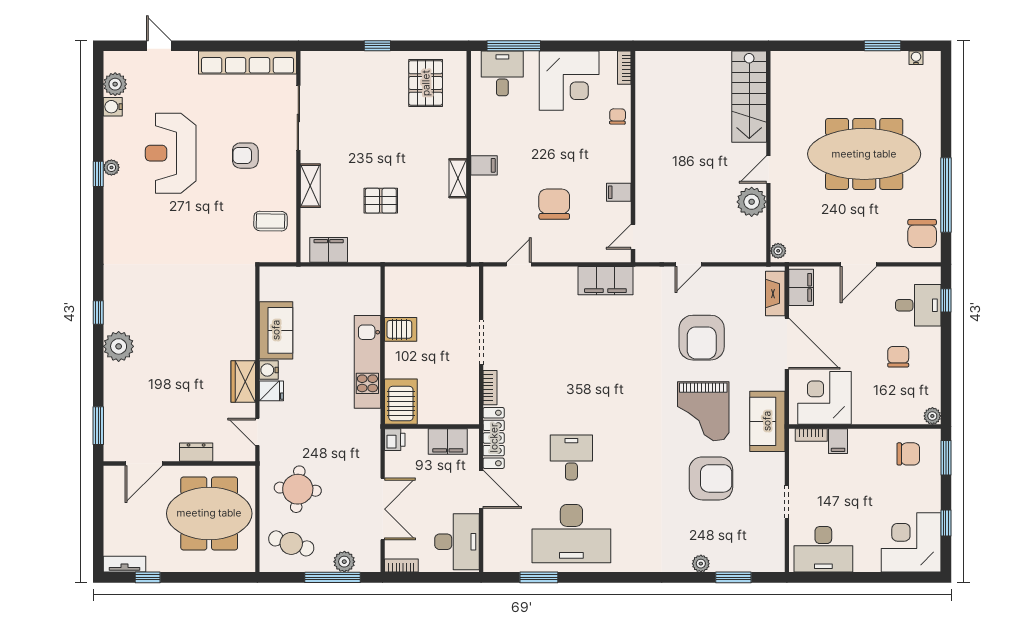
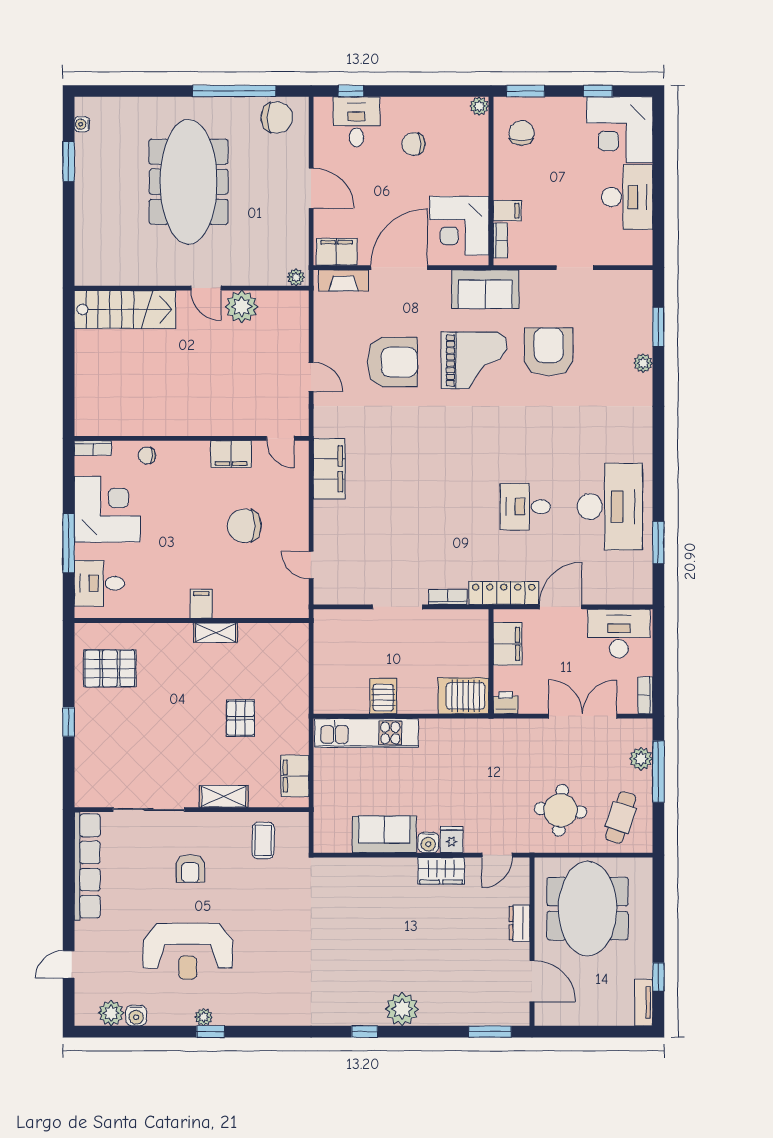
window: (514, 46) -> (69, 543), moved
filing cabinet: (619, 192) -> (231, 454), width x2.00
kitchen unit: (367, 362) -> (367, 733), moved
desk: (823, 549) -> (627, 197), moved

